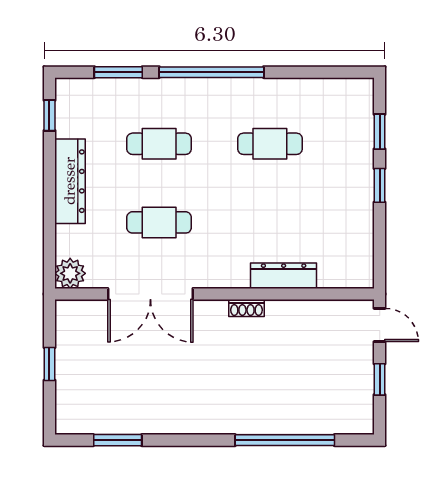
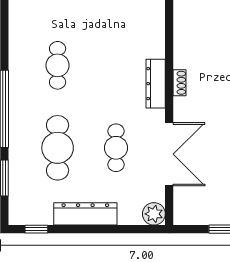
cafe table: (159, 144) -> (58, 148), width x1.37, depth x1.35
dresser: (284, 276) -> (156, 84), moved

